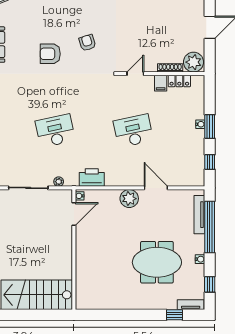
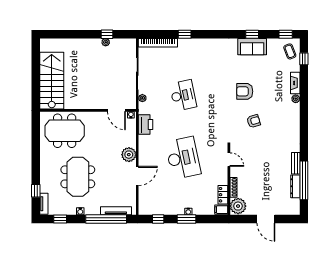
armchair: (50, 54) -> (245, 91), turned -90
filing cabinet: (161, 83) -> (221, 210), moved
desk: (133, 131) -> (183, 158), width x1.36, depth x1.30
meeting table: (99, 279) -> (65, 131), added

